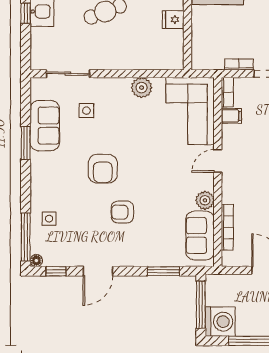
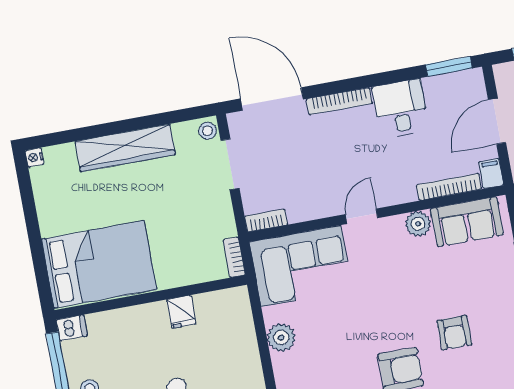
bookcase: (239, 64) -> (234, 257), moved
filing cabinet: (231, 116) -> (491, 173), moved
door: (218, 161) -> (362, 216), swing flipped

